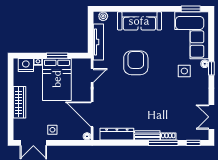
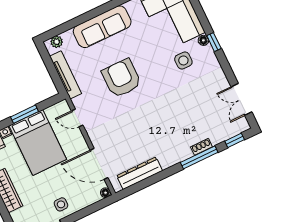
door: (92, 76) -> (77, 118), swing flipped
bench: (147, 135) -> (176, 157), removed

